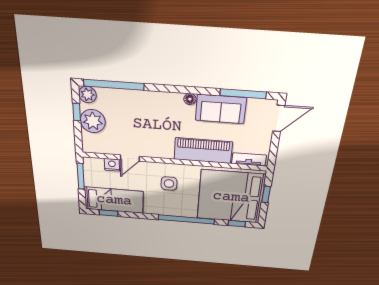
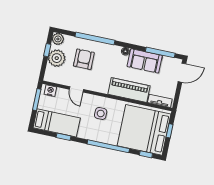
window: (114, 85) -> (95, 39), moved
armchair: (131, 118) -> (84, 59), added
door: (130, 158) -> (76, 89), hinge flipped
nightstand: (112, 165) -> (50, 91), moved
window: (109, 213) -> (64, 137), moved

